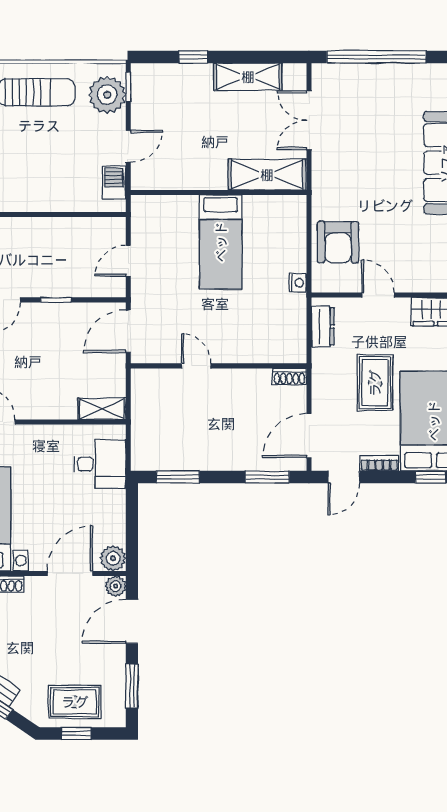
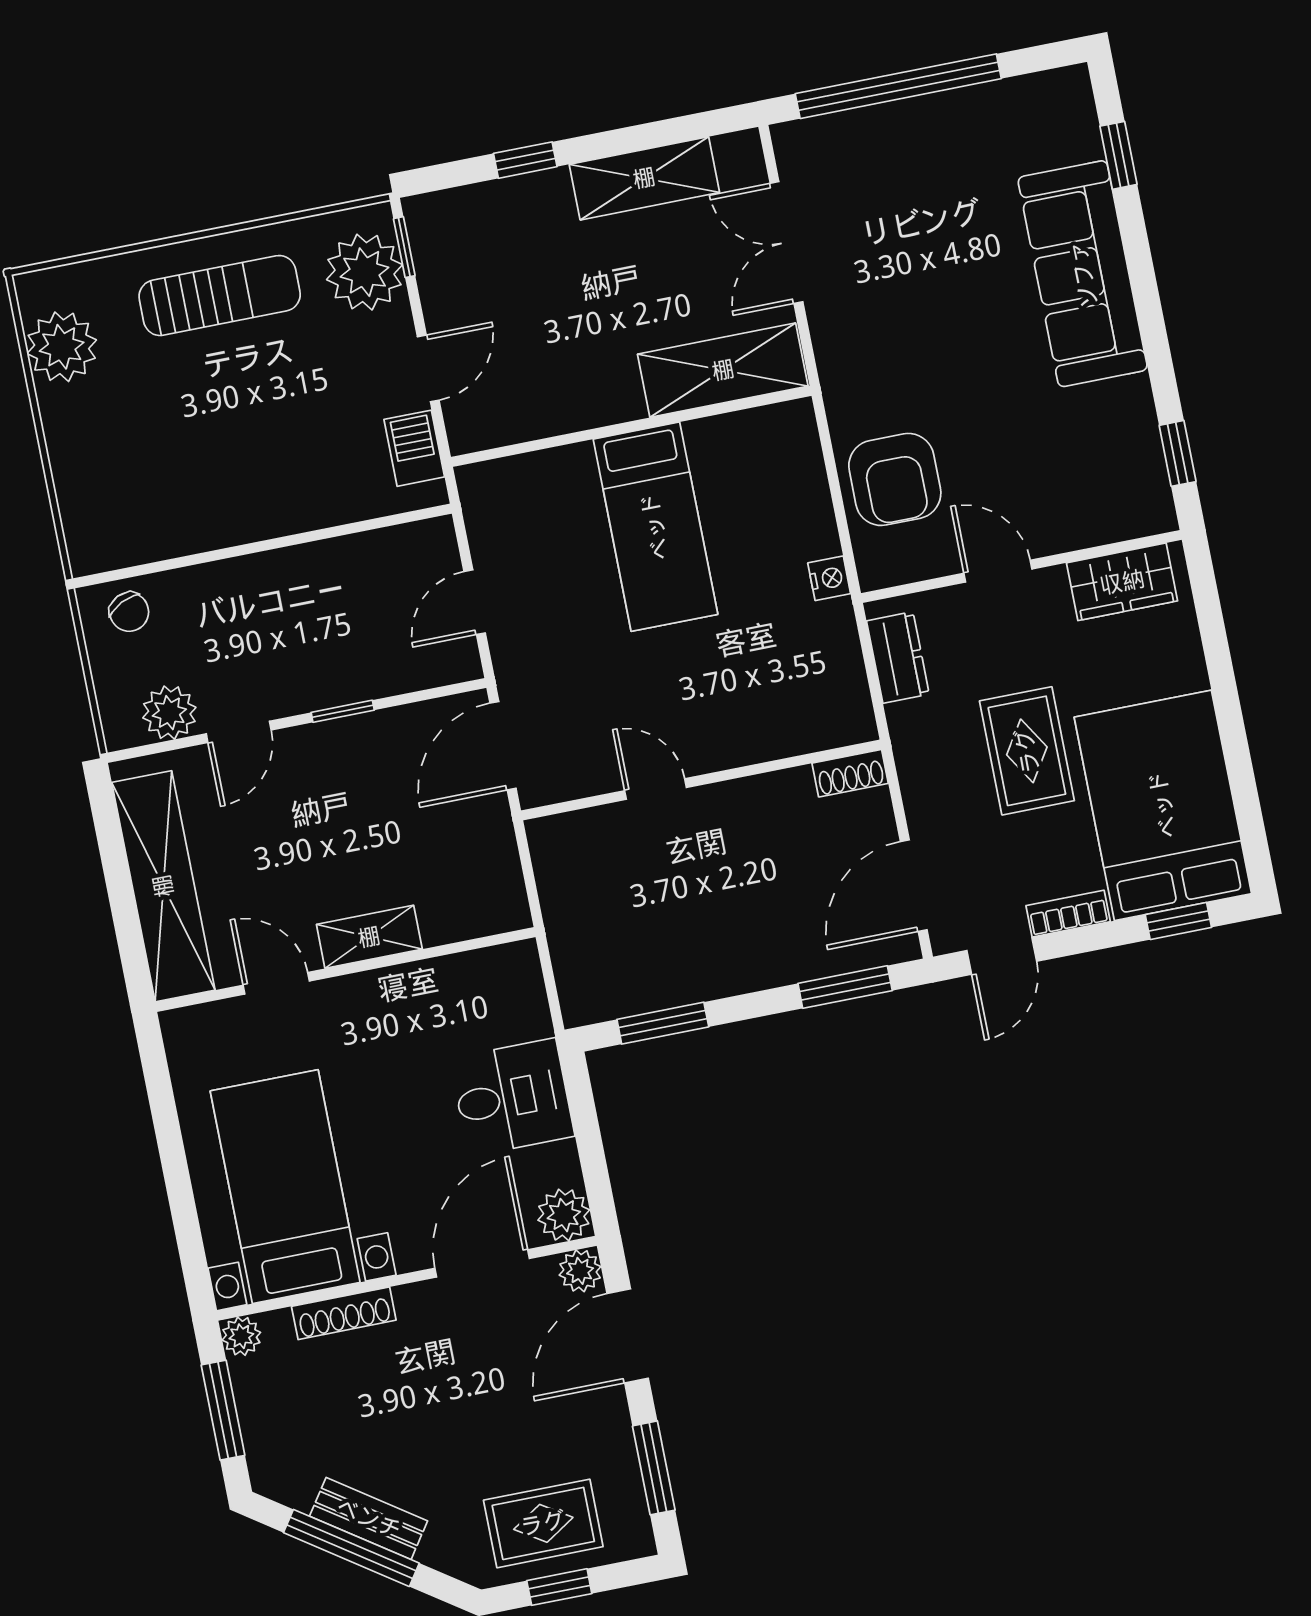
shelving: (102, 409) -> (369, 937), moved
desk: (100, 464) -> (512, 1097), moved

